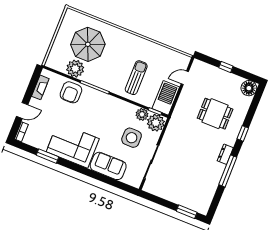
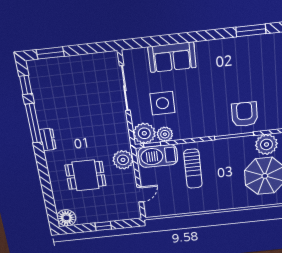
armchair: (71, 92) -> (245, 114), moved
barbecue: (166, 98) -> (158, 156), moved, turned 90
plant: (182, 111) -> (123, 160), added
window: (243, 133) -> (26, 85), moved
corner sofa: (73, 145) -> (227, 59), removed

